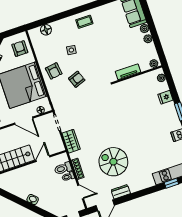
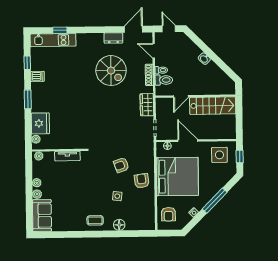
floor lamp: (46, 30) -> (119, 225), moved
fridge: (165, 97) -> (40, 123), width x1.88, depth x1.34

